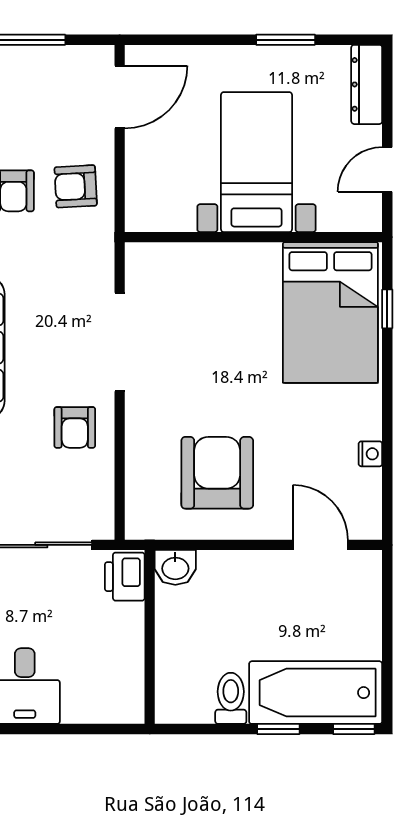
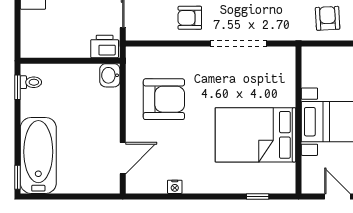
bed: (330, 313) -> (255, 135), moved
toilet: (231, 698) -> (31, 82), moved, width x0.73, depth x0.72
window: (278, 729) -> (17, 87), moved

